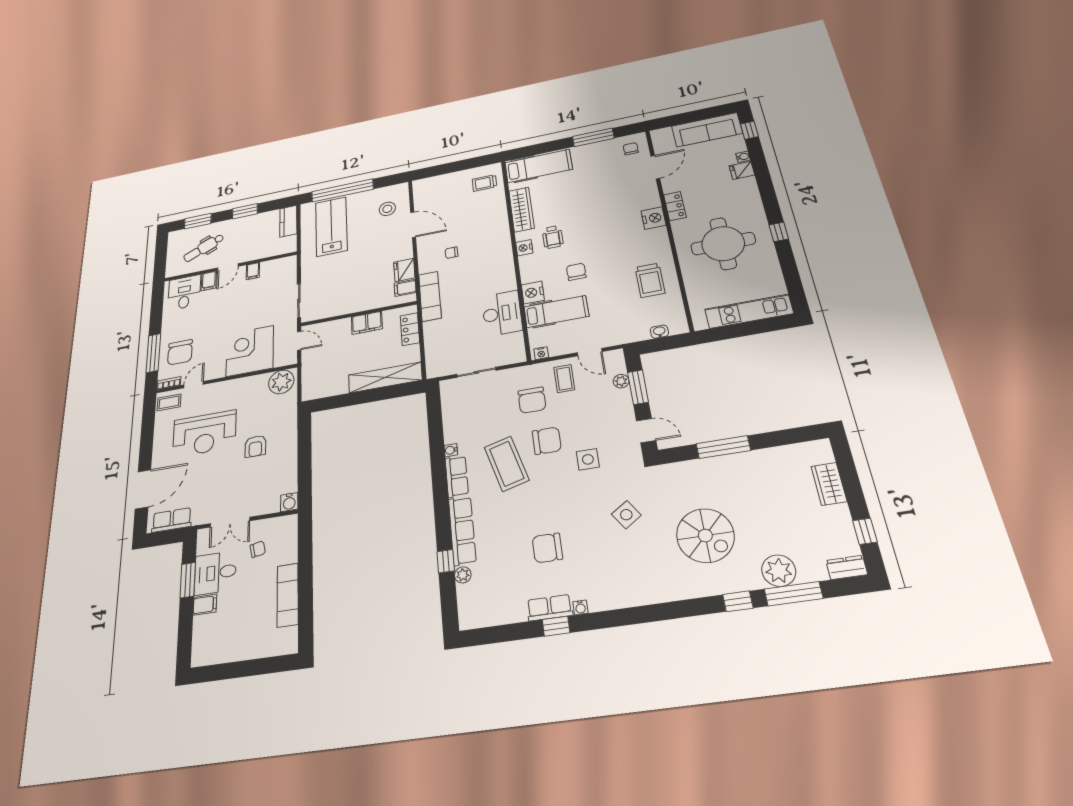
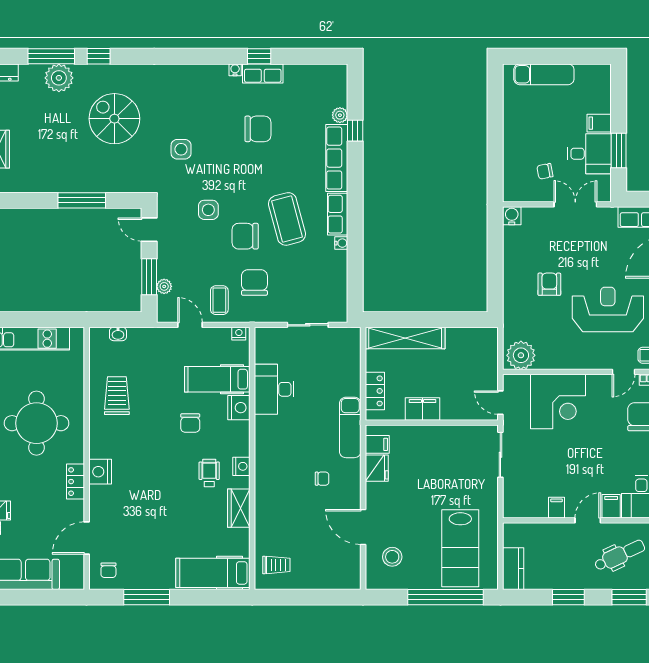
wardrobe: (521, 209) -> (239, 508), width x0.67
side table: (626, 515) -> (181, 149), turned 34
exam couch: (288, 595) -> (544, 74), moved, turned 90

